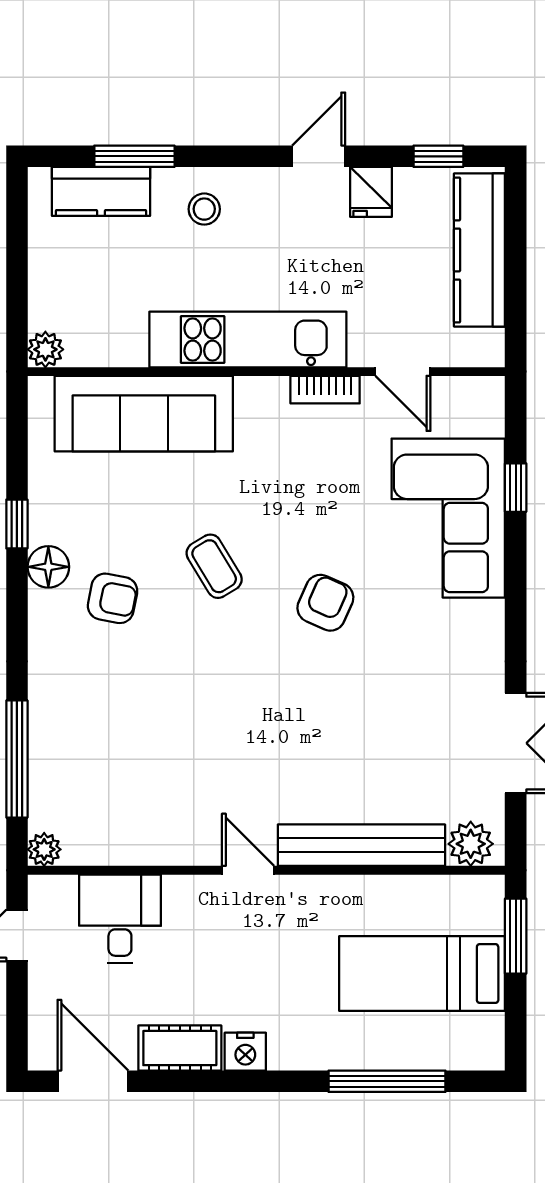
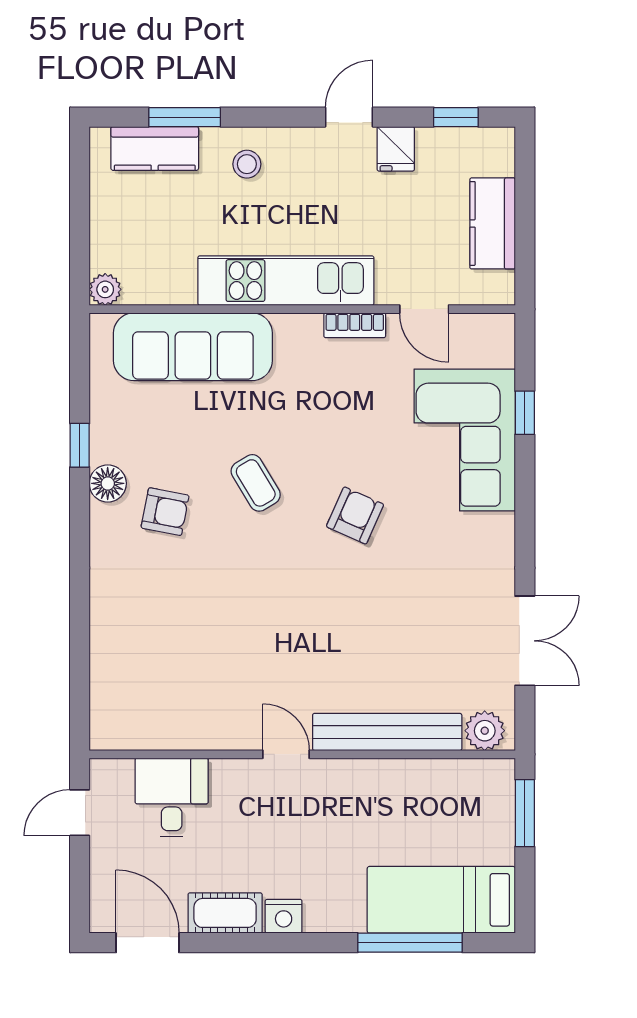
kitchen counter: (479, 250) -> (493, 223), width x0.67
window: (17, 759) -> (80, 655), removed
plant: (44, 849) -> (104, 736), removed
bed: (422, 974) -> (441, 900), moved

